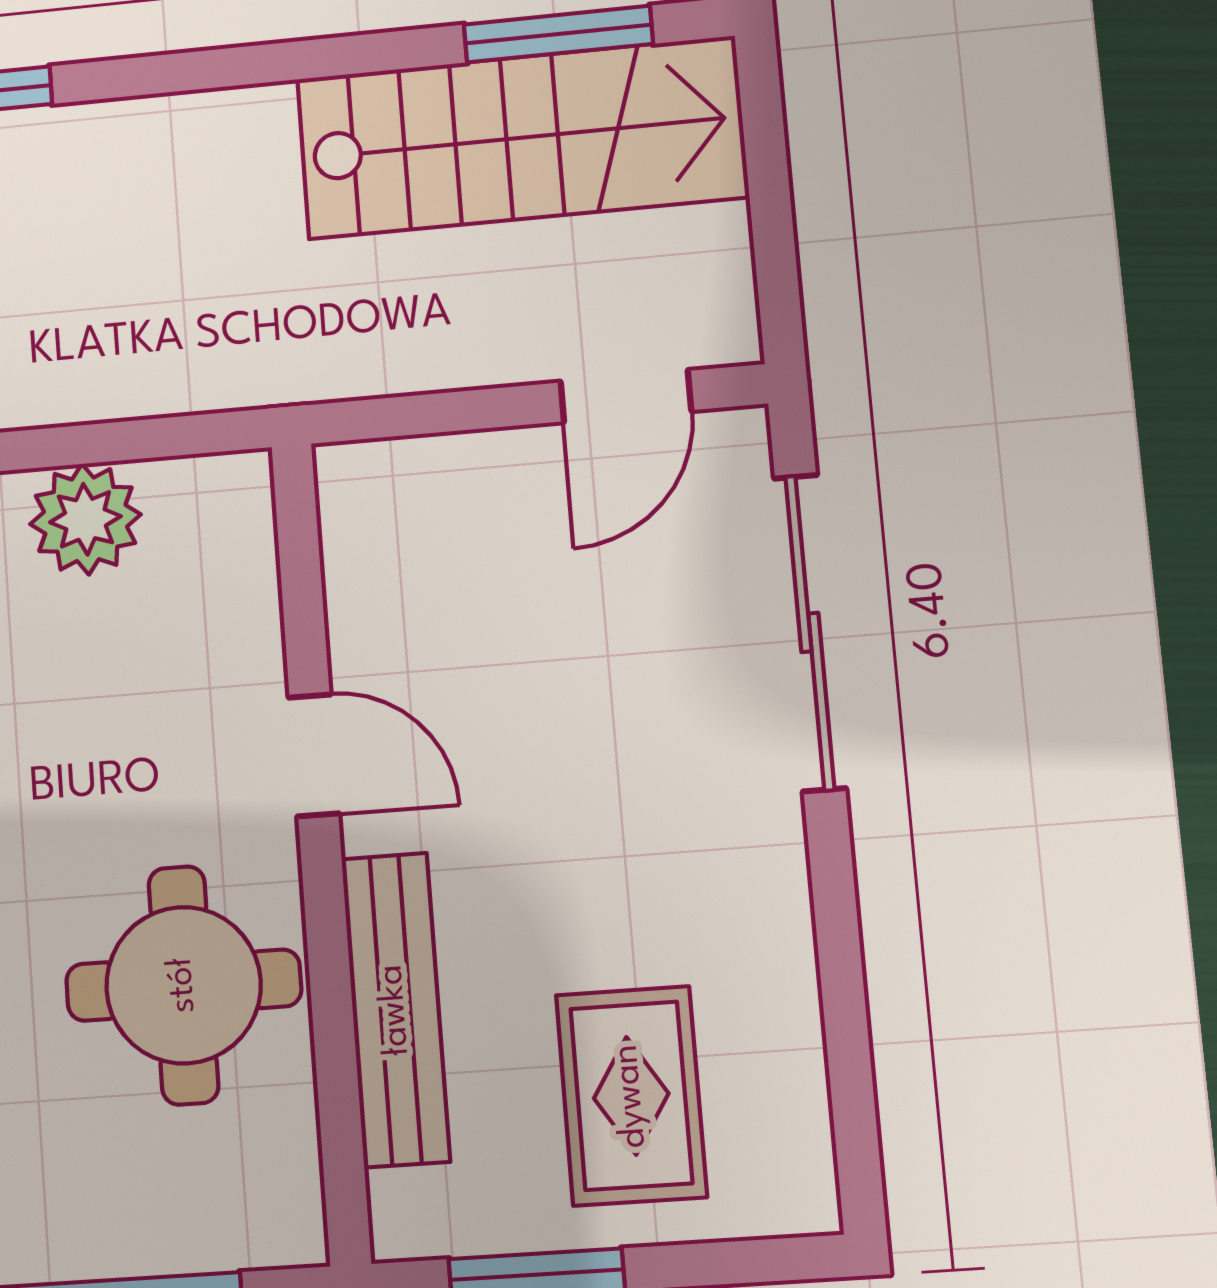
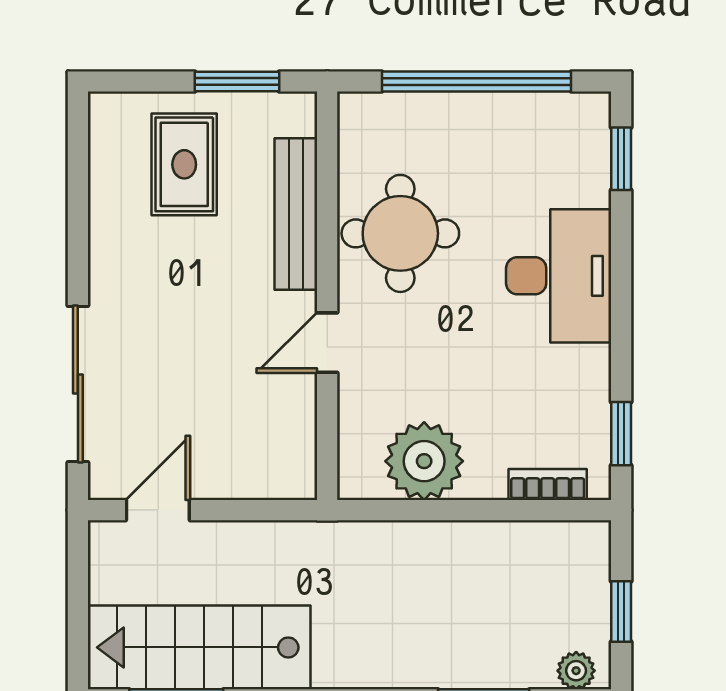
plant: (85, 519) -> (424, 461), width x1.36, depth x1.36
door: (314, 755) -> (327, 343), hinge flipped

